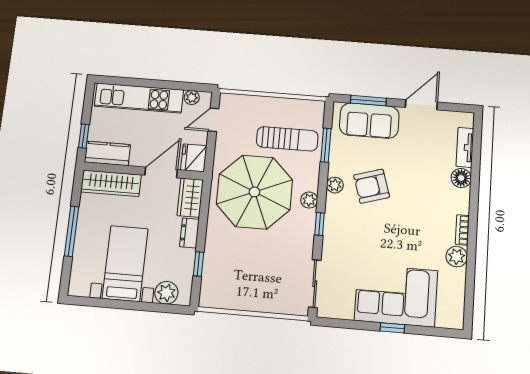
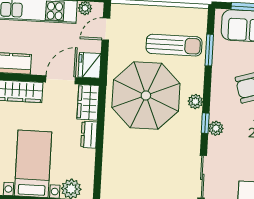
plant: (335, 185) -> (216, 128), moved
window: (199, 264) -> (98, 162), removed

